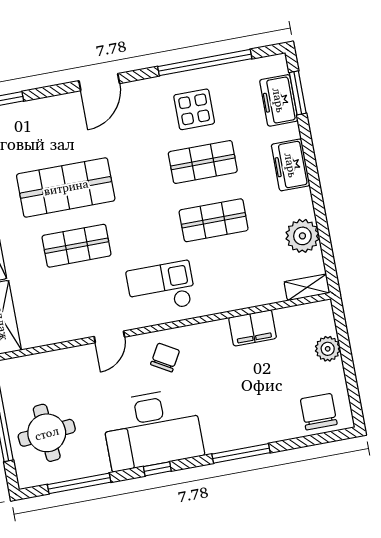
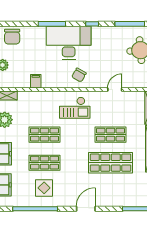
filing cabinet: (253, 328) -> (36, 81), width x0.50
door: (109, 337) -> (115, 89), moved
desk: (152, 429) -> (69, 43), moved

